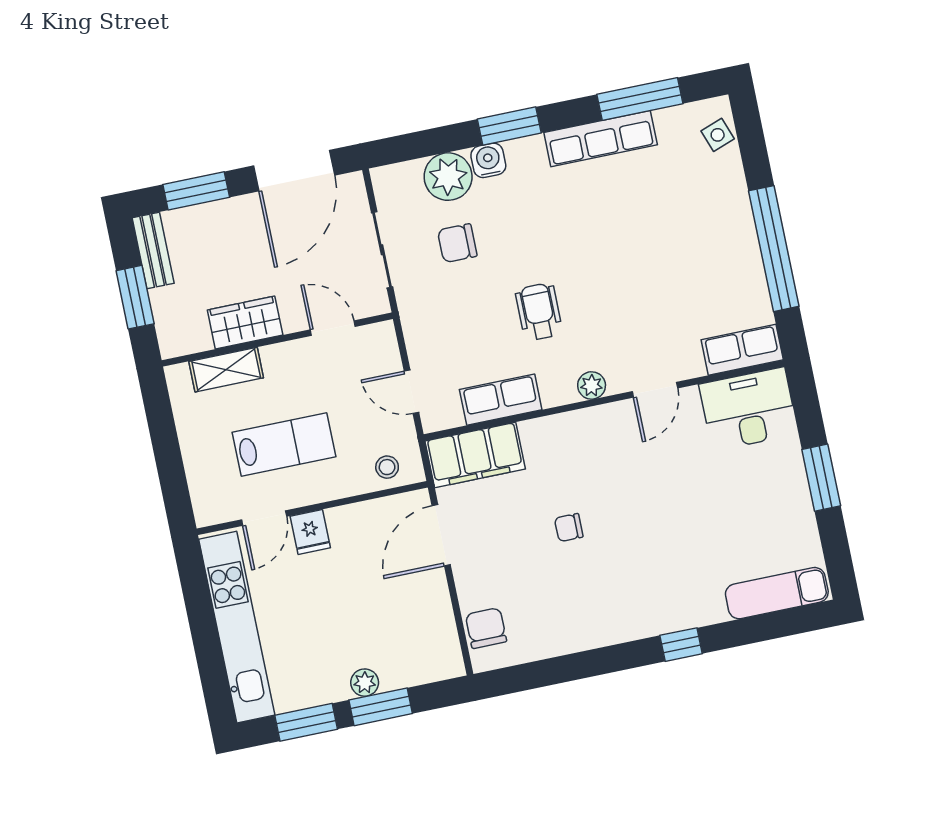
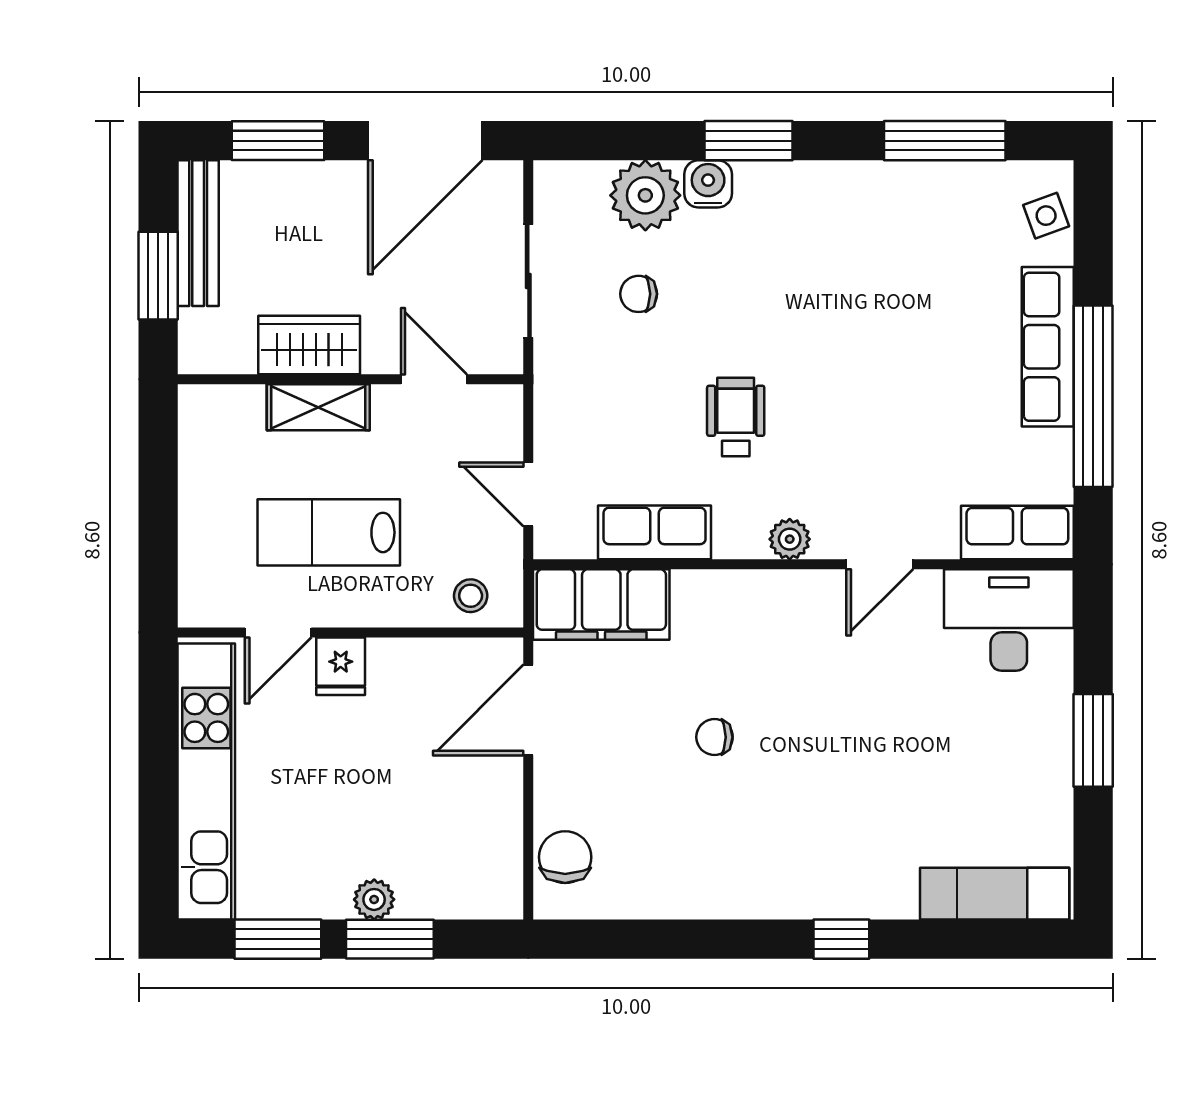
row of seats: (601, 139) -> (1048, 347), moved, turned 90
chair: (457, 243) -> (639, 294), width x0.73, depth x0.73
bench: (153, 250) -> (198, 233), width x1.36
shelving: (226, 370) -> (318, 407), moved
lab bench: (284, 445) -> (329, 532), turned 180

